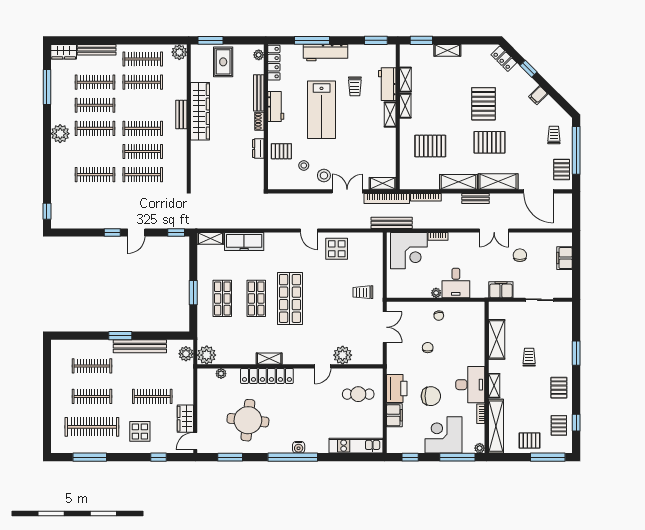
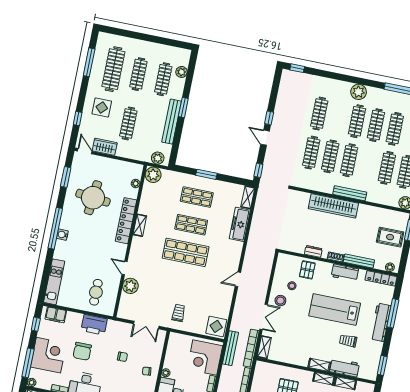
wardrobe: (200, 111) -> (333, 206), moved
bench: (181, 114) -> (350, 193), width x1.36
display table: (337, 249) -> (216, 326), moved
plant: (79, 346) -> (182, 72), added
filing cabinet: (394, 415) -> (56, 315), moved

